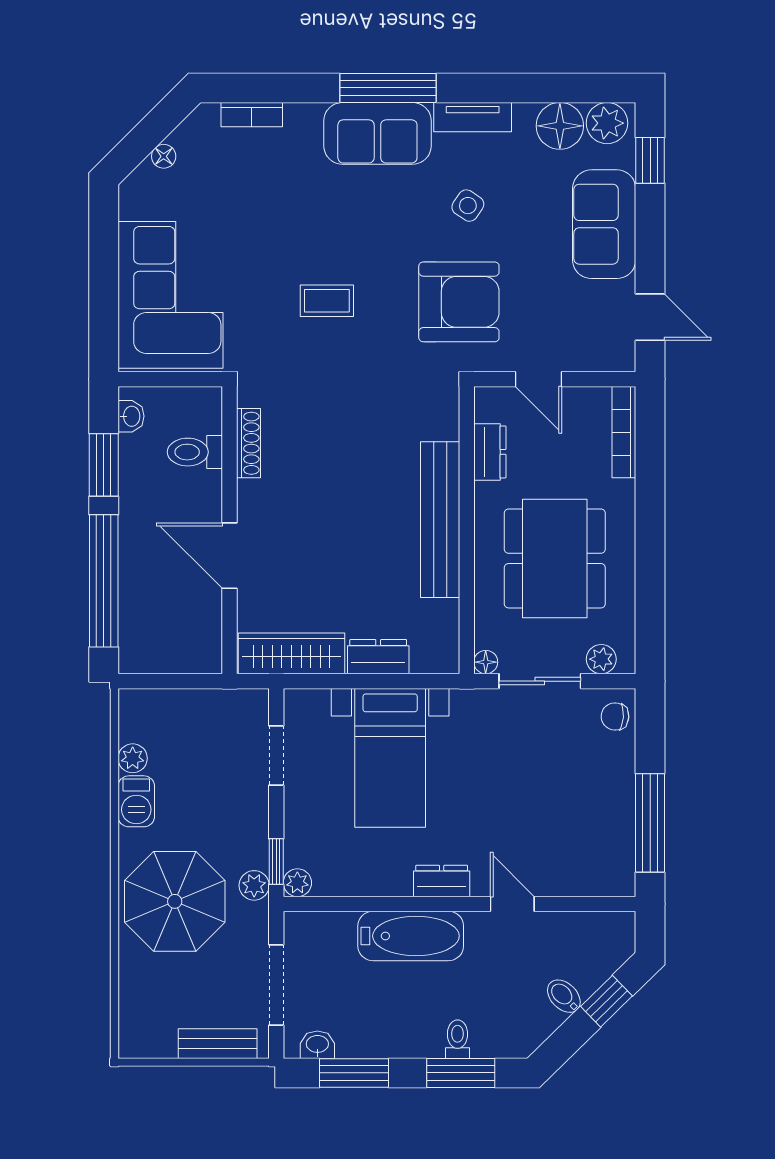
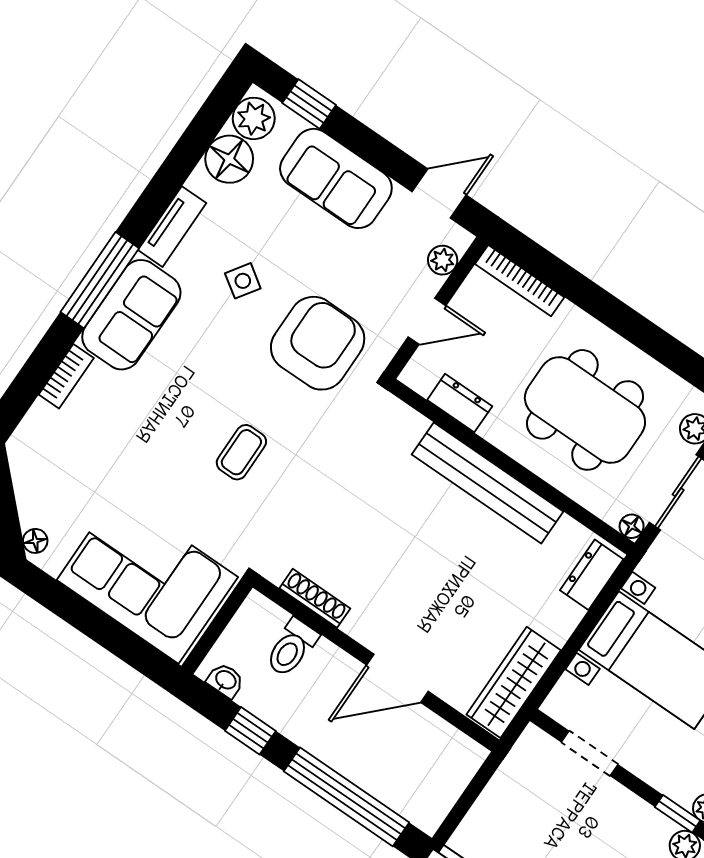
bookcase: (252, 115) -> (66, 376), moved
floor lamp: (164, 156) -> (35, 541), moved
plant: (597, 357) -> (443, 260), added
window: (104, 465) -> (250, 731), width x0.67
dresser: (378, 657) -> (592, 575), moved

